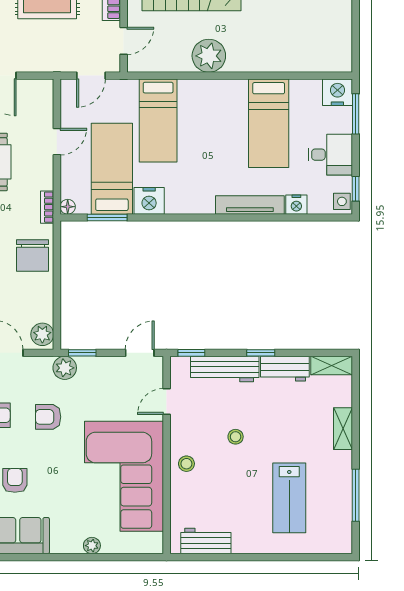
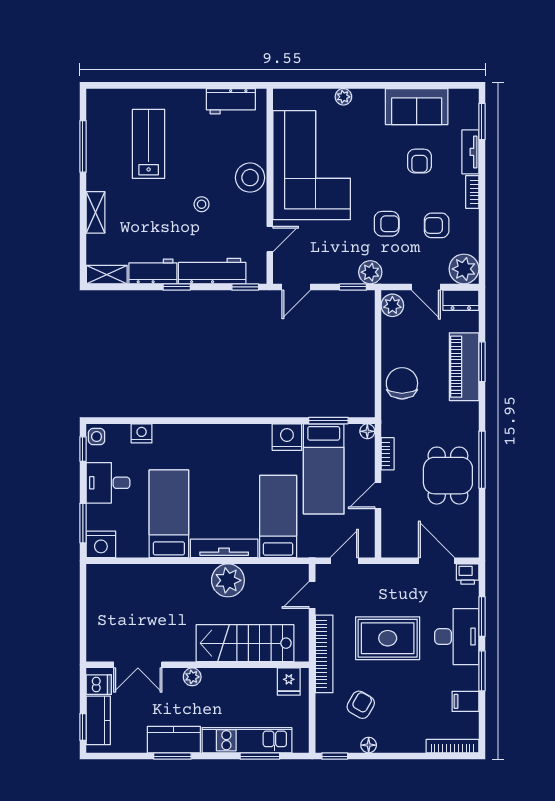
tv unit: (250, 205) -> (224, 548), moved, turned 180
bookcase: (47, 207) -> (388, 454), moved
stool: (186, 464) -> (250, 178), width x1.89, depth x1.89

